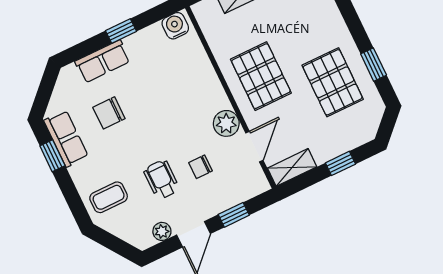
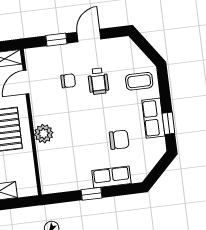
water cooler: (175, 26) -> (53, 185), removed
plant: (226, 123) -> (44, 134), moved
row of seats: (66, 139) -> (153, 118), moved
plant: (162, 231) -> (110, 45), removed

